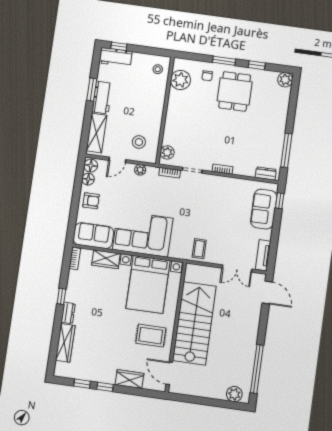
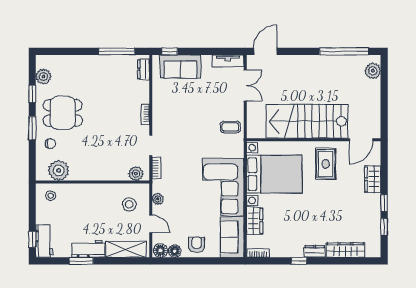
plant: (285, 80) -> (43, 77), moved

